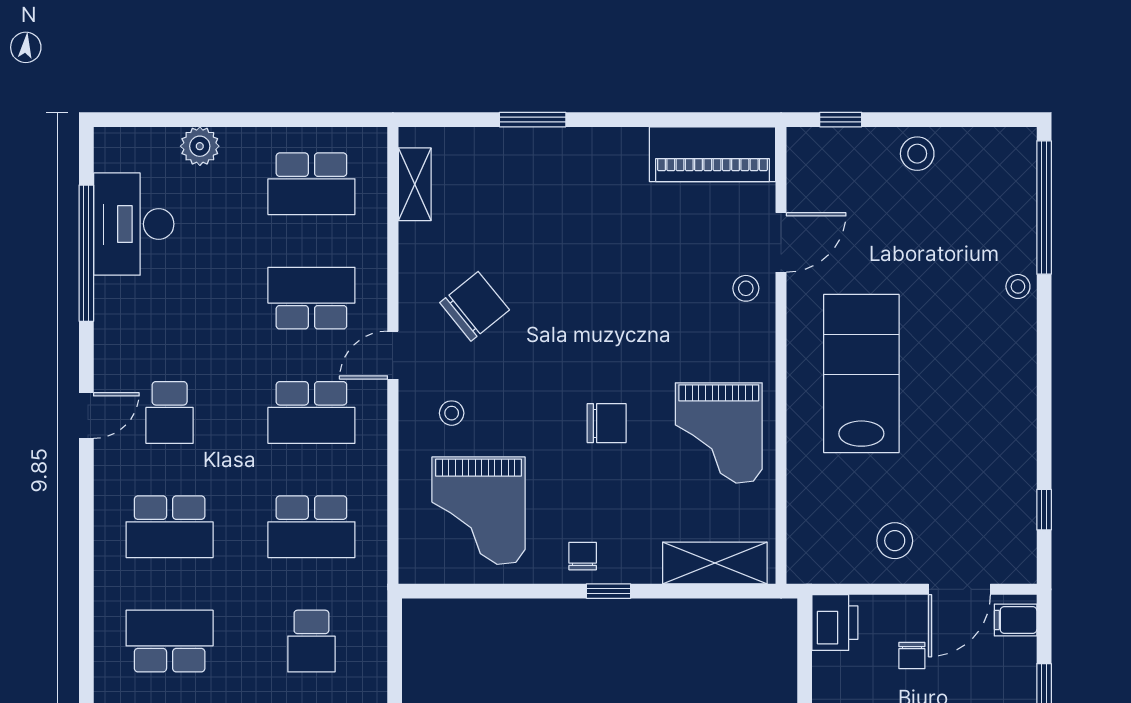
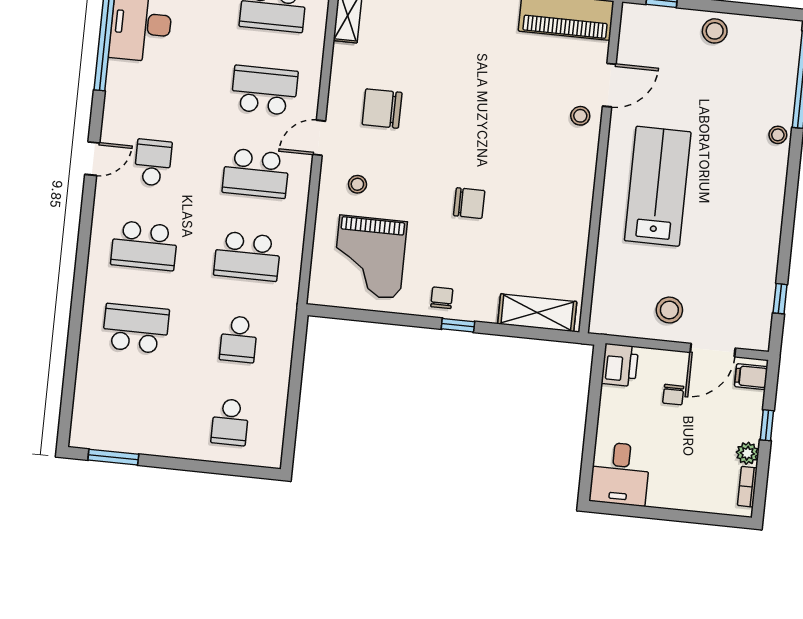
chair: (475, 306) -> (382, 109), turned -141
school desk: (170, 412) -> (153, 163), turned 180
grand piano: (719, 433) -> (550, 219), removed

